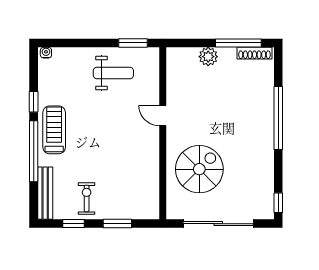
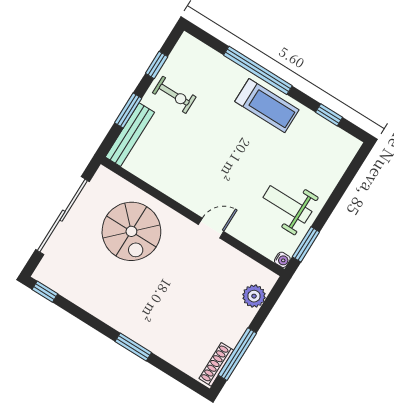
water cooler: (46, 53) -> (282, 260), moved
plant: (208, 57) -> (254, 296), moved
weight bench: (113, 73) -> (287, 204), turned 90
window: (34, 102) -> (329, 115), moved
window: (278, 118) -> (133, 347), width x0.47
bench: (45, 193) -> (130, 135), moved, turned 90

